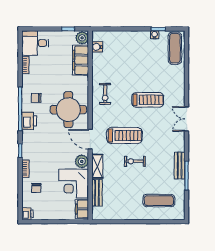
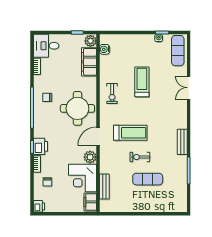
treadmill: (148, 100) -> (142, 82), moved, turned -90
double door: (186, 119) -> (189, 88), moved
printer: (29, 121) -> (41, 146), moved
door: (90, 139) -> (98, 136), hinge flipped
shelving: (97, 166) -> (105, 162), removed
bench: (180, 166) -> (182, 142), moved
exercise mat: (159, 201) -> (148, 179), moved

